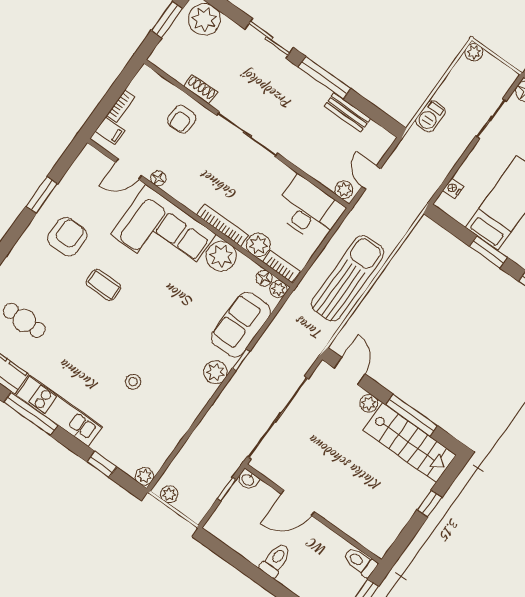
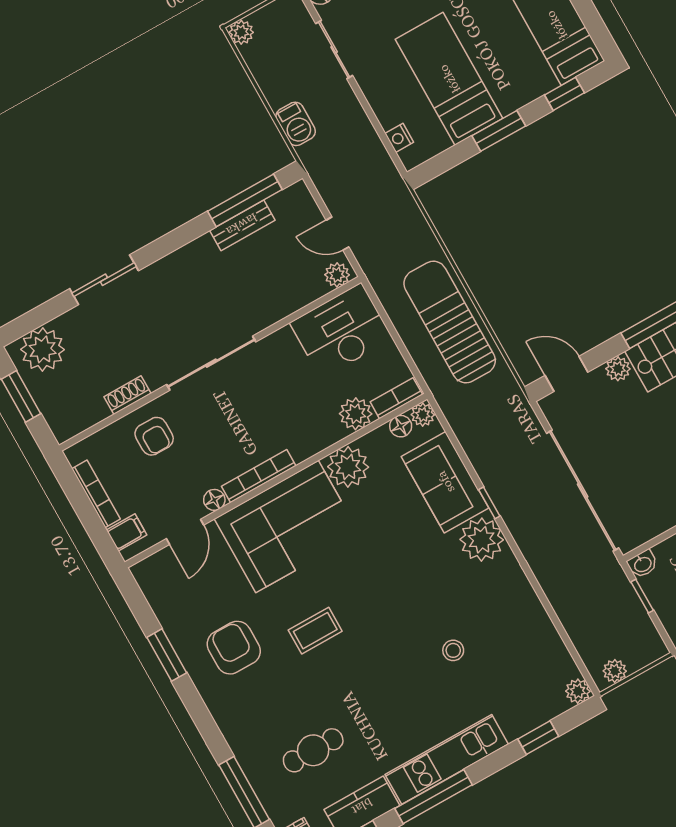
window: (325, 78) -> (245, 200), moved
bookcase: (121, 106) -> (96, 494), width x1.56
bookcase: (223, 225) -> (259, 476), moved
plant: (215, 372) -> (482, 540), width x1.36, depth x1.36

